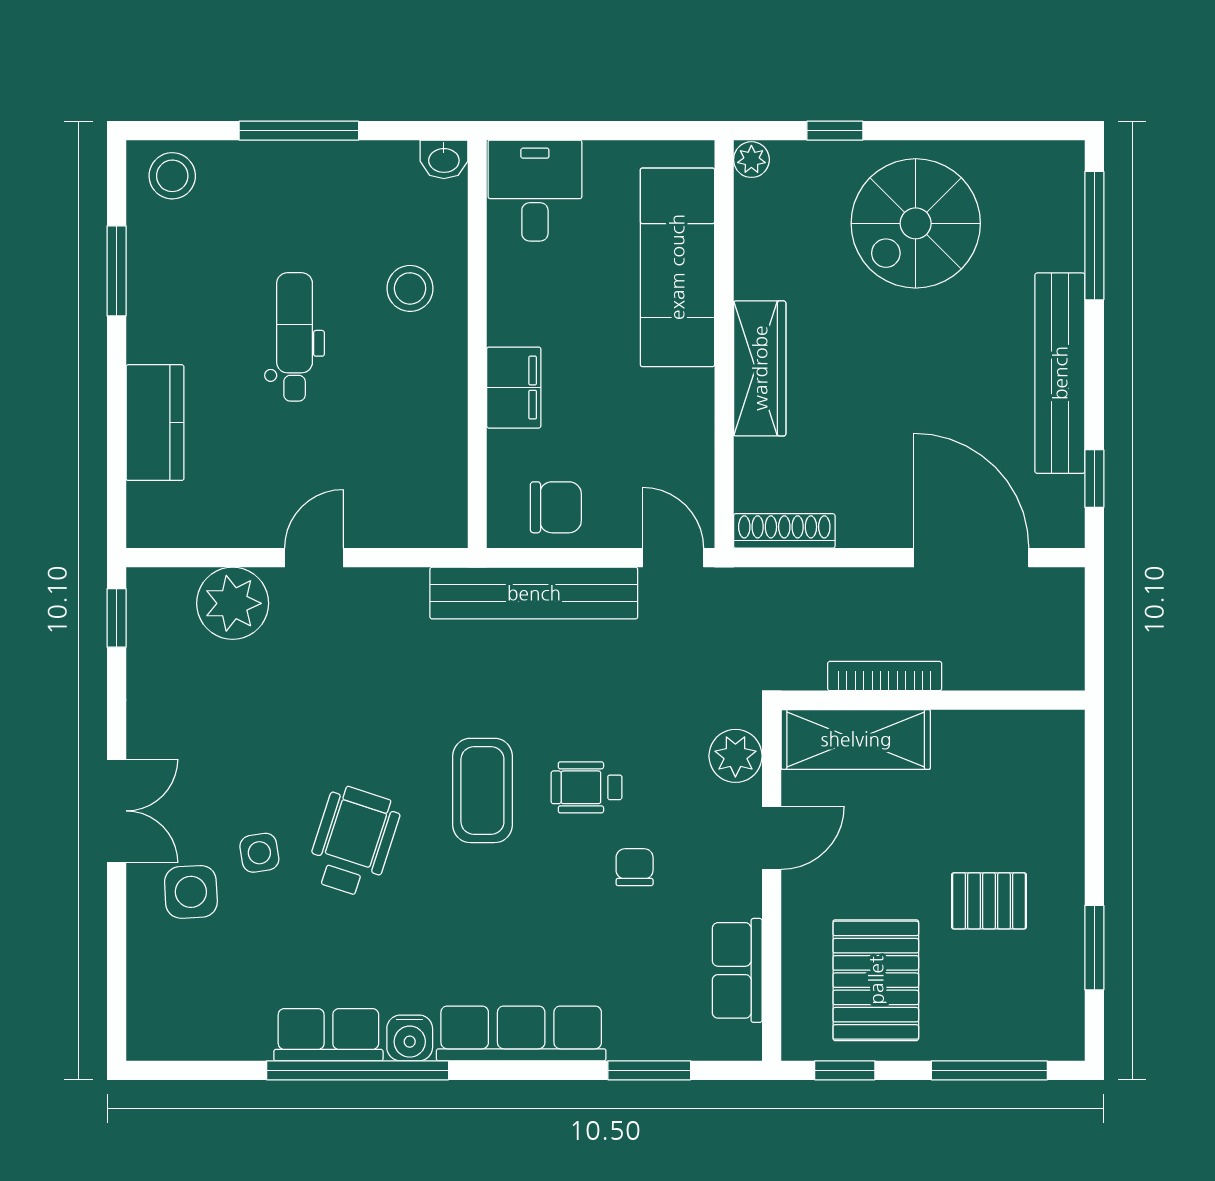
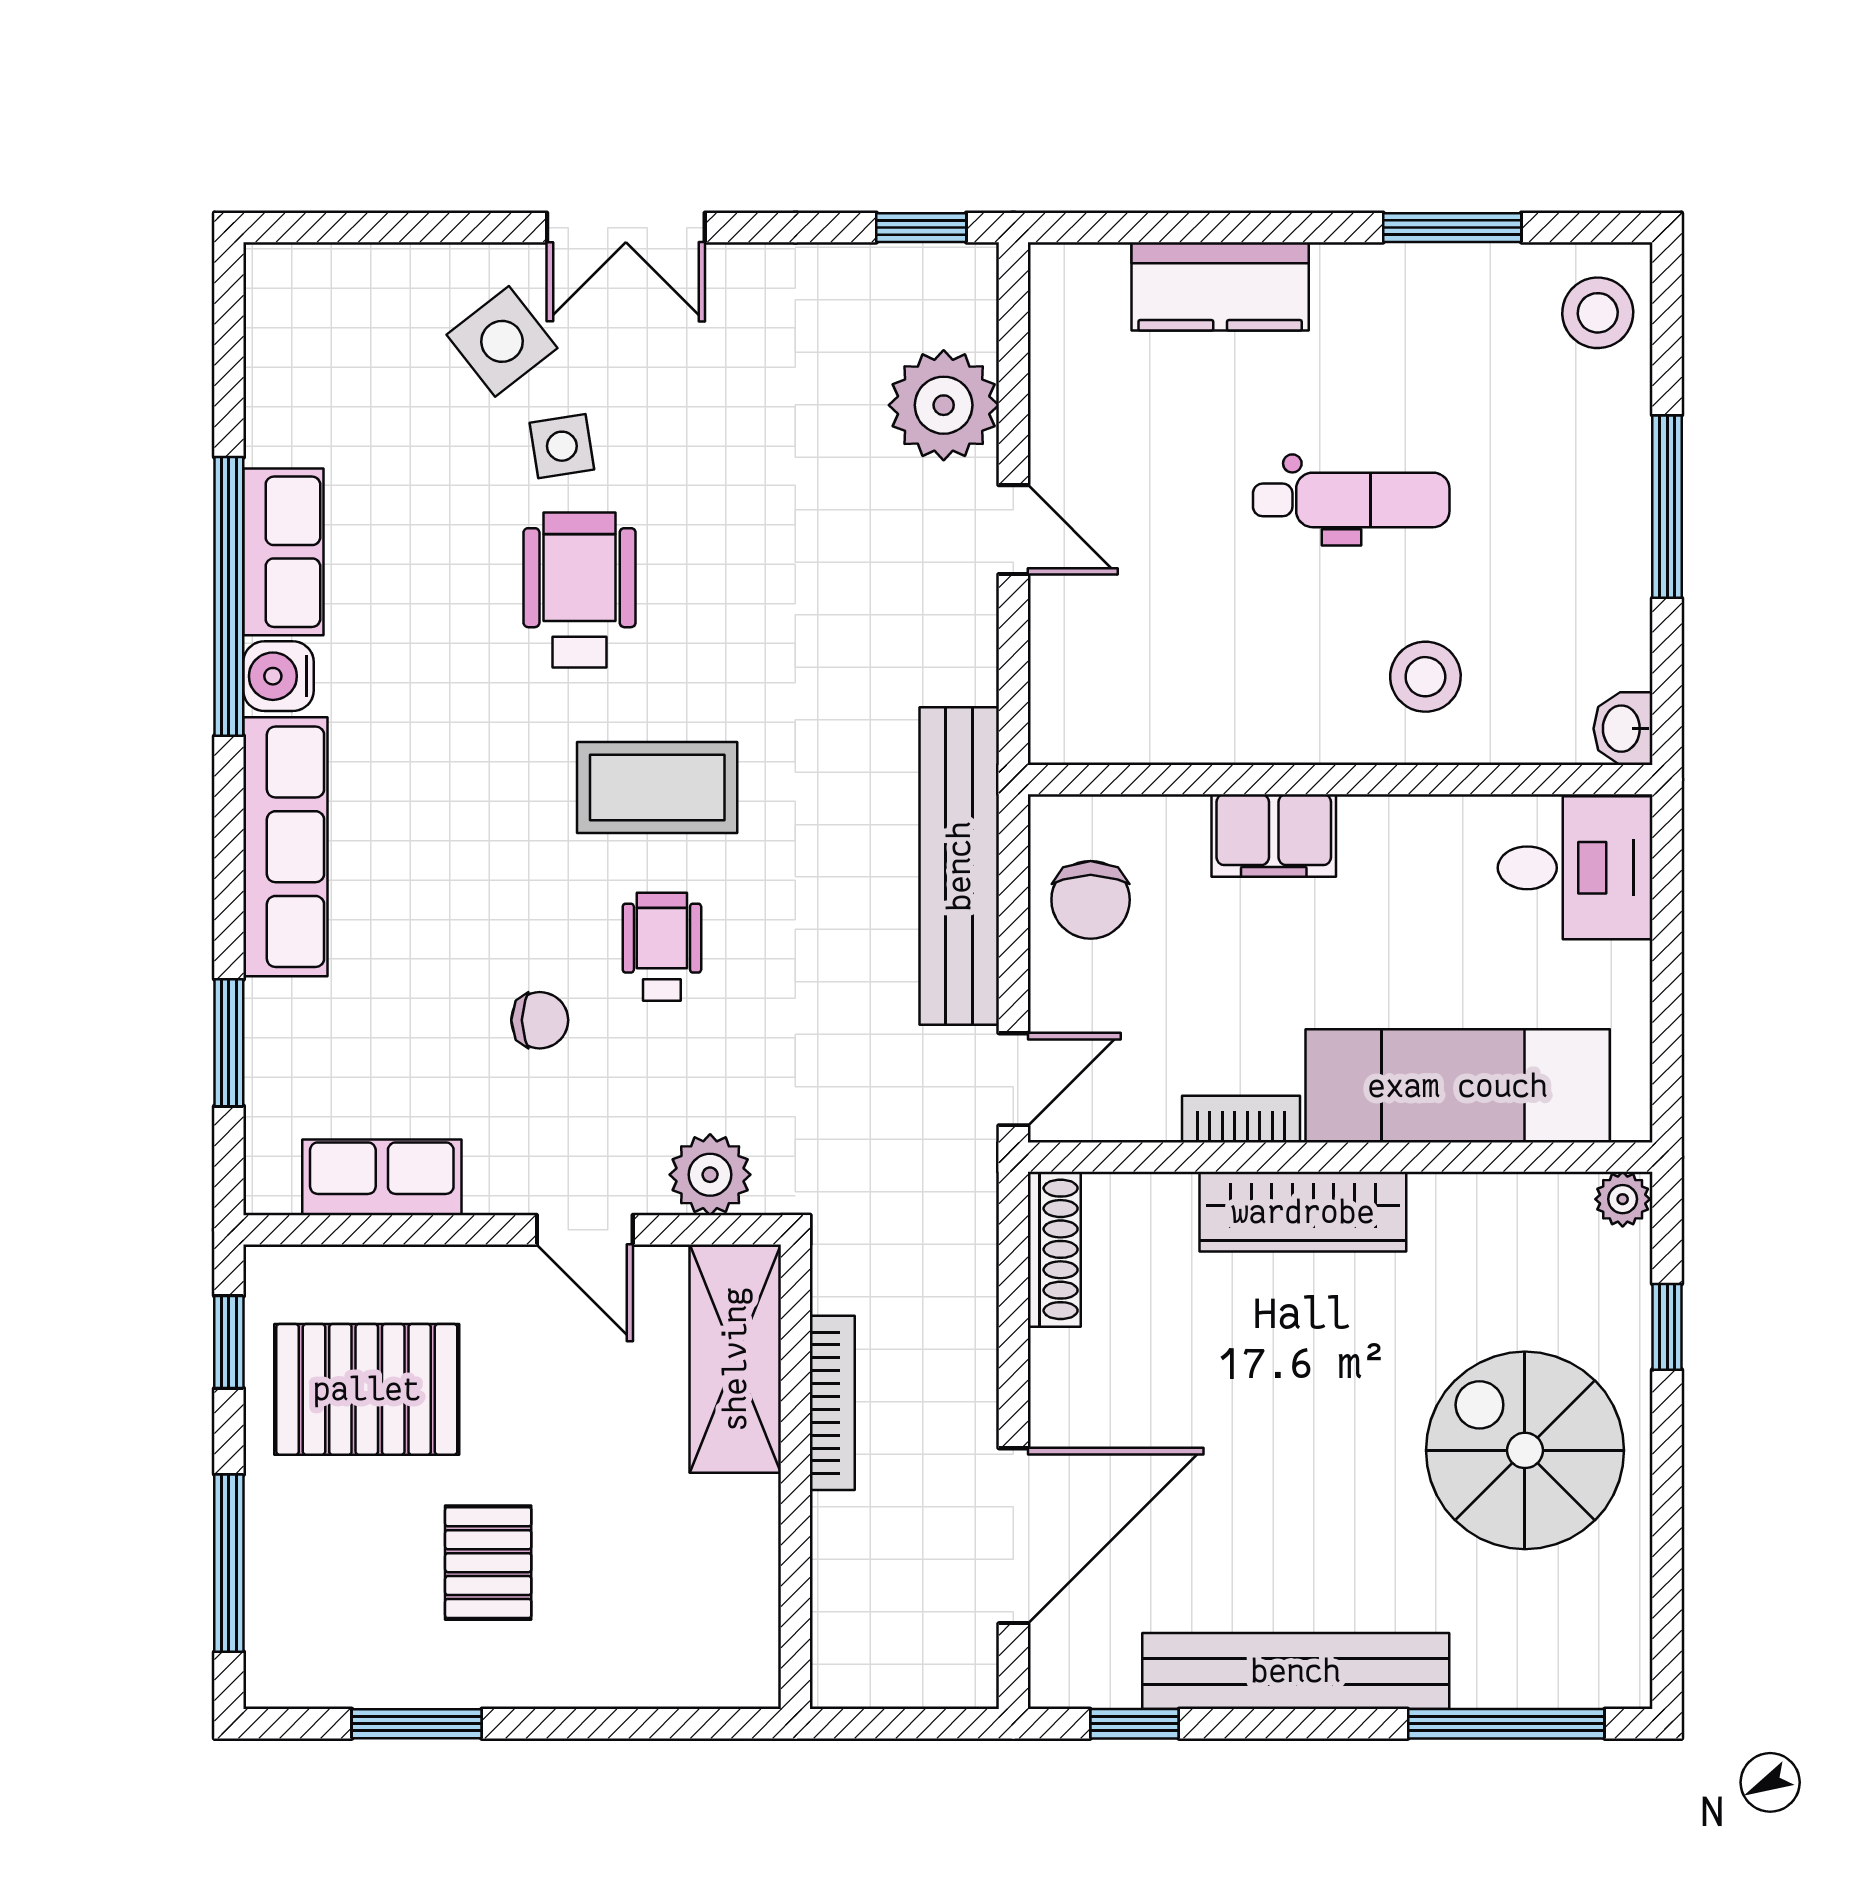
bookcase: (699, 409) -> (1241, 1119), added
wheelchair: (353, 841) -> (580, 590), turned -108
side table: (191, 892) -> (502, 341), turned -35

